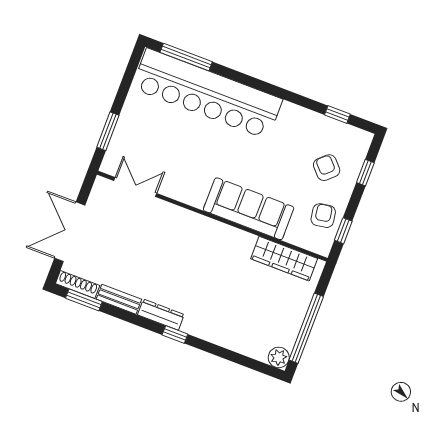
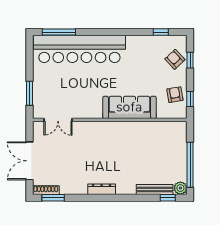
armchair: (327, 168) -> (175, 59), moved
double door: (135, 187) -> (58, 120), swing flipped
wardrobe: (284, 259) -> (162, 129), removed
bench: (119, 299) -> (155, 190), moved, width x1.36
window: (175, 334) -> (168, 198), moved

